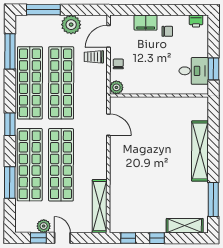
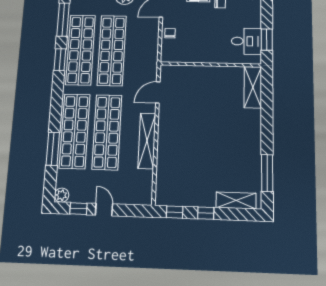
trolley: (94, 57) -> (146, 26), removed
plant: (116, 87) -> (167, 56), removed
window: (10, 124) -> (60, 60), moved
door: (108, 125) -> (158, 92), swing flipped
shelving: (200, 151) -> (253, 87), moved, width x0.68
shelving: (100, 206) -> (147, 141), moved
plant: (44, 226) -> (62, 195), moved

